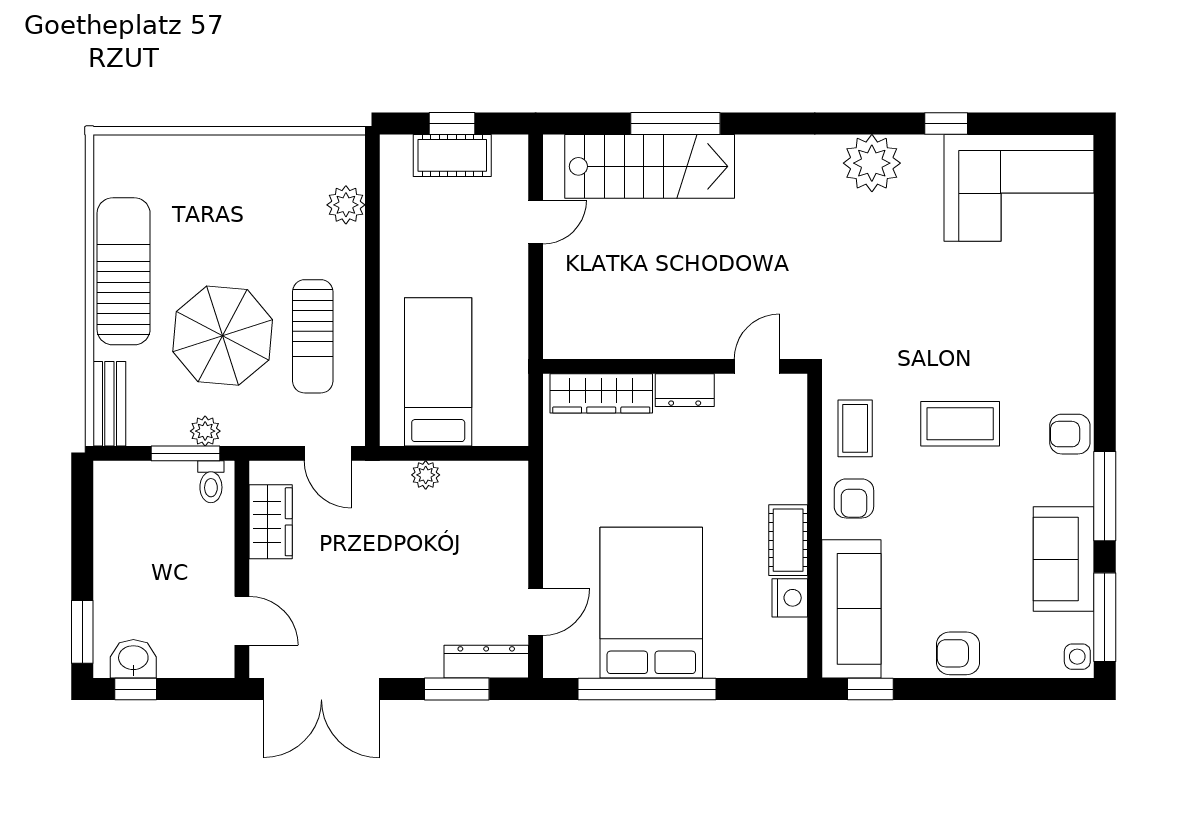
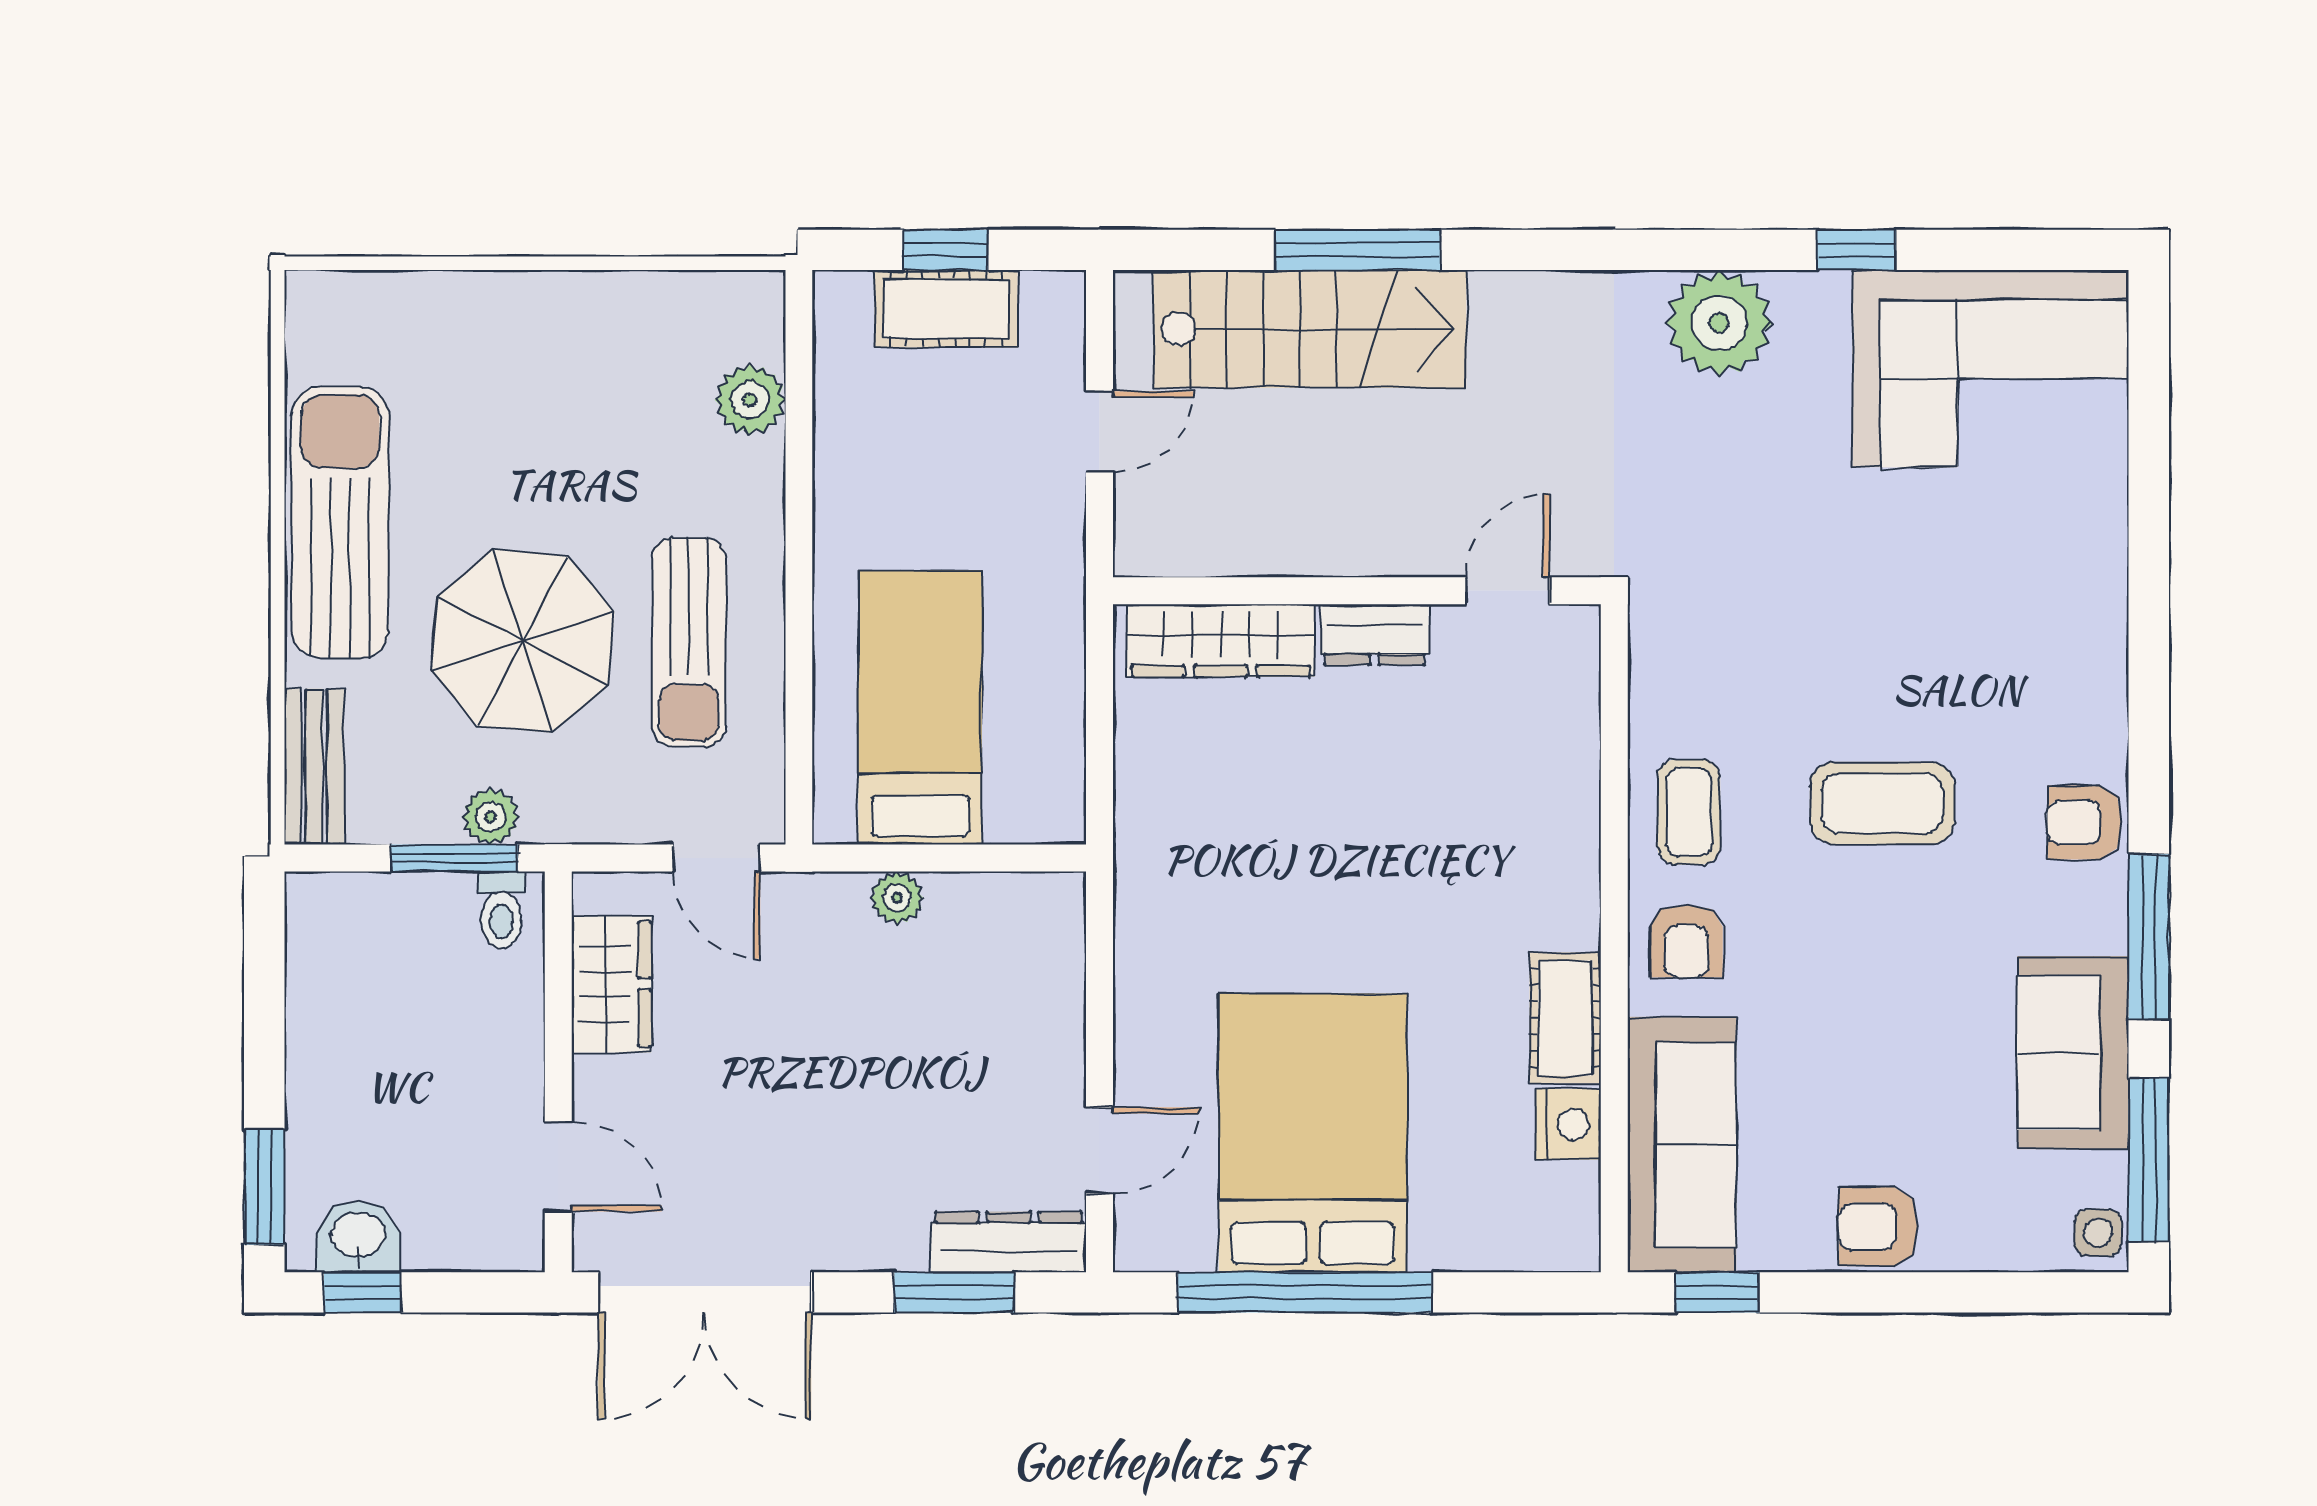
wall: (675, 366) -> (1357, 591), moved
door: (757, 366) -> (1508, 591), moved
dresser: (685, 390) -> (1374, 635), moved
wardrobe: (601, 393) -> (1221, 641), moved

